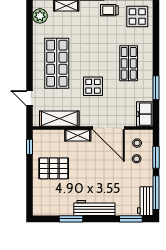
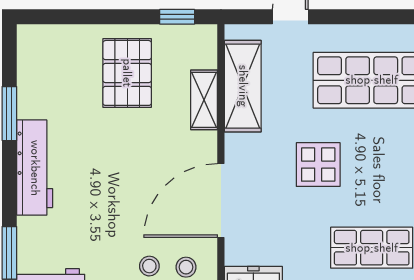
shelving: (78, 135) -> (204, 100), moved

